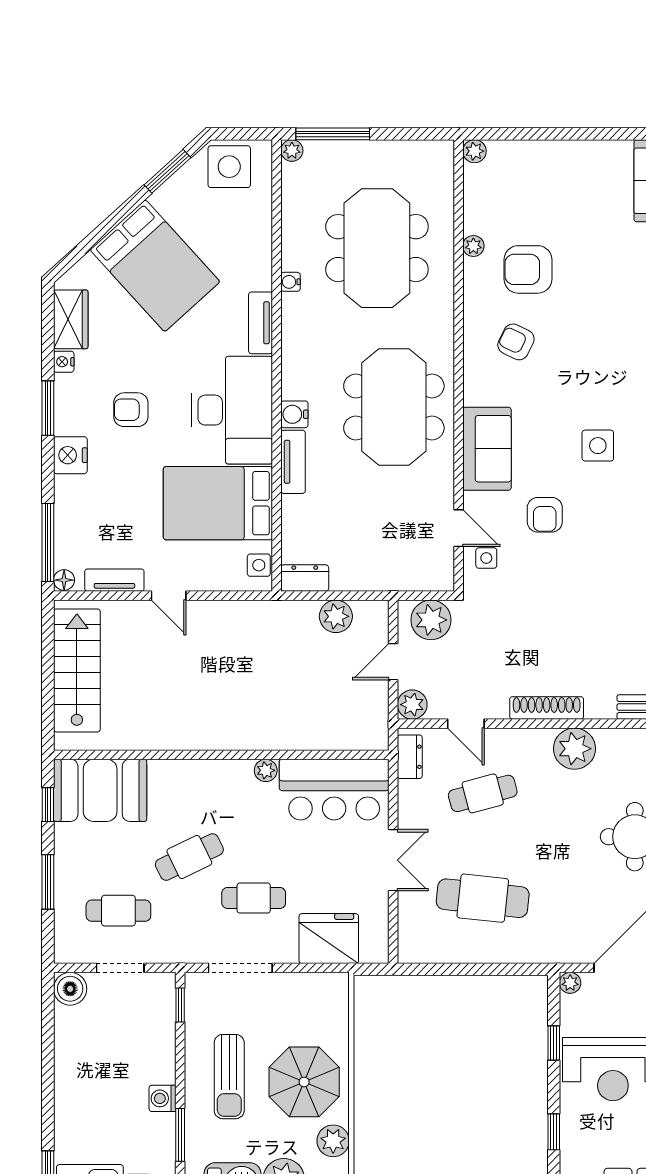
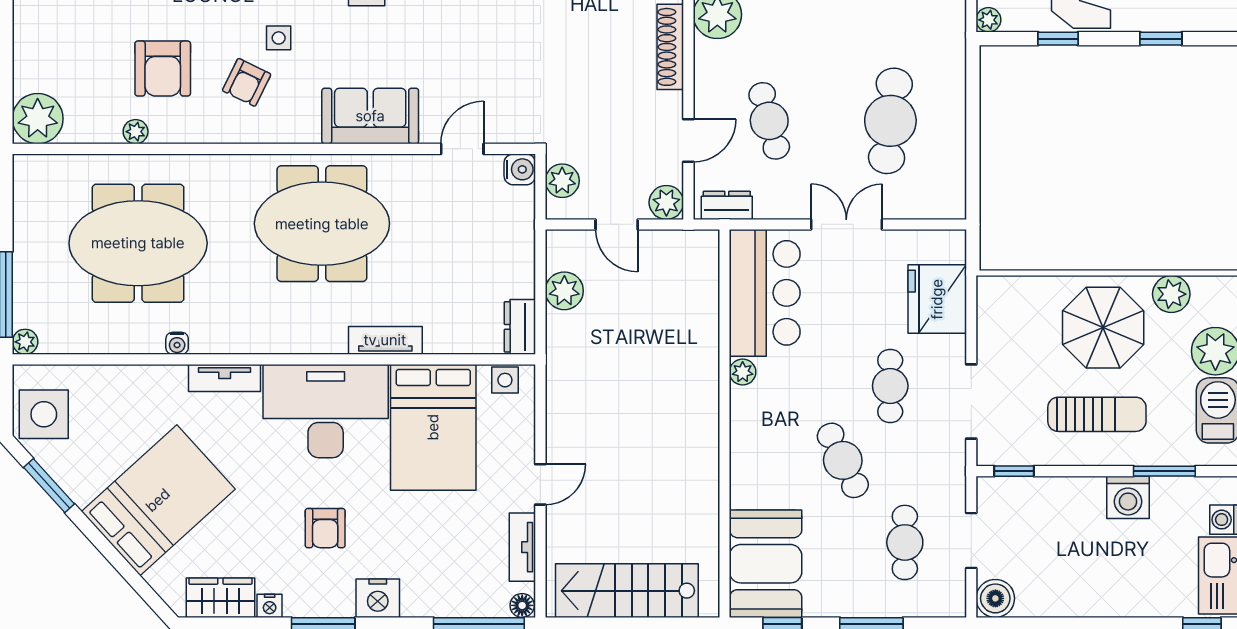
plant: (474, 151) -> (38, 119), width x1.87, depth x1.87
water cooler: (294, 414) -> (520, 169), moved, turned -90
armchair: (545, 515) -> (447, 49), removed
side table: (486, 558) -> (279, 38), moved
plant: (431, 620) -> (562, 181), width x0.73, depth x0.73
washing machine: (162, 1098) -> (1128, 497), width x1.38, depth x1.38

